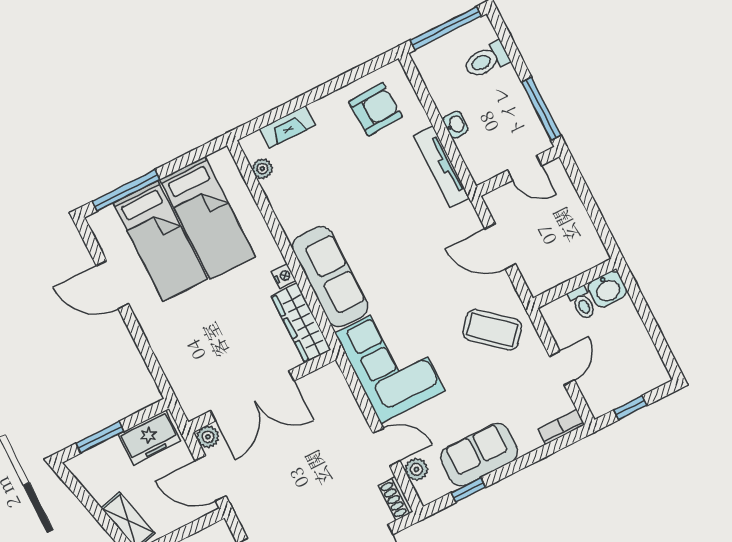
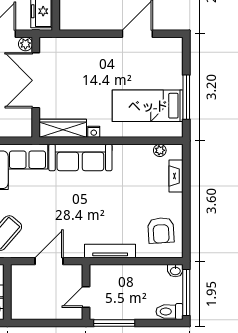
toilet: (486, 60) -> (170, 312), moved, turned -90
washbasin: (456, 125) -> (175, 271), moved
window: (126, 190) -> (186, 97), moved
bed: (160, 241) -> (148, 73), removed

